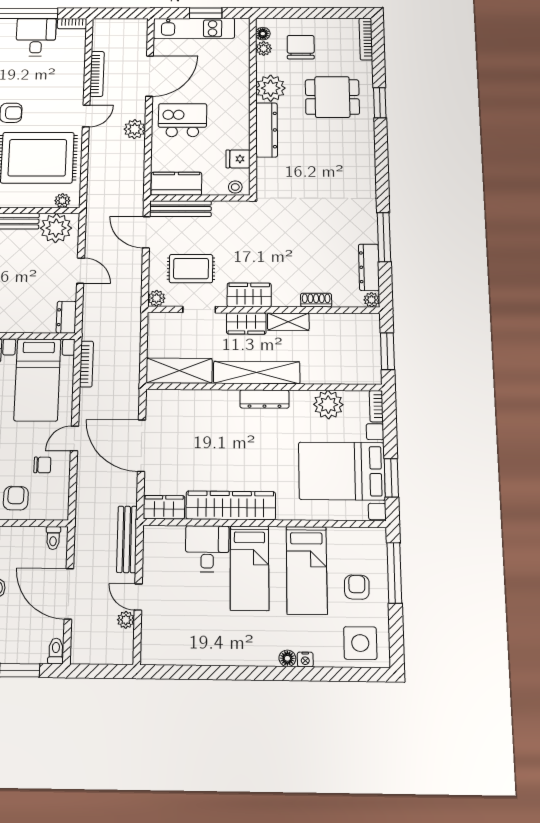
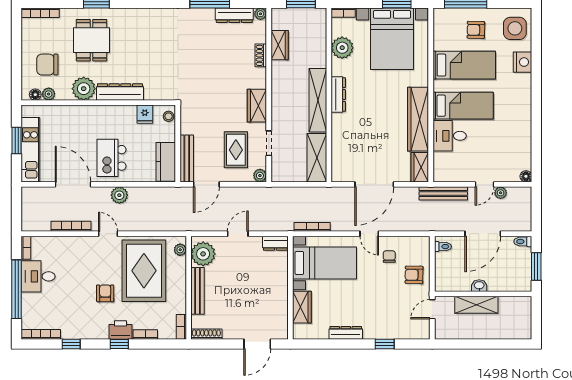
shelving: (288, 322) -> (278, 76), removed
wardrobe: (246, 323) -> (280, 45), moved
floor lamp: (287, 658) -> (526, 176), moved
nightstand: (305, 659) -> (523, 62), width x1.89, depth x1.79

